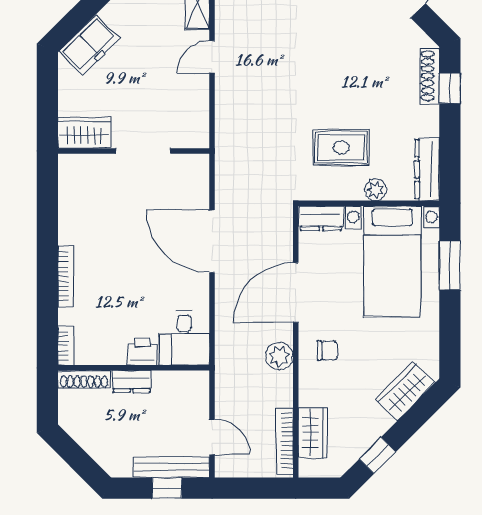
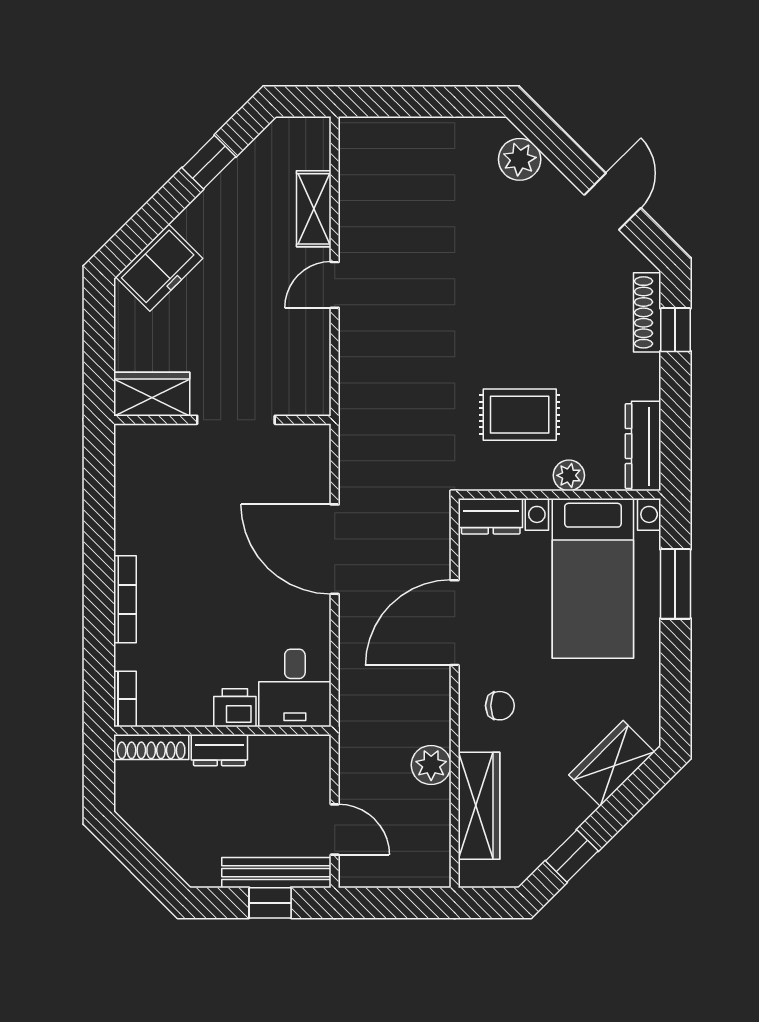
plant: (279, 356) -> (431, 765), moved
wardrobe: (313, 433) -> (479, 806), width x1.50
bookcase: (285, 441) -> (439, 835), removed

